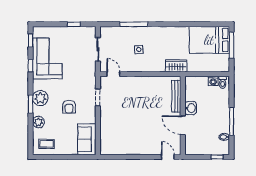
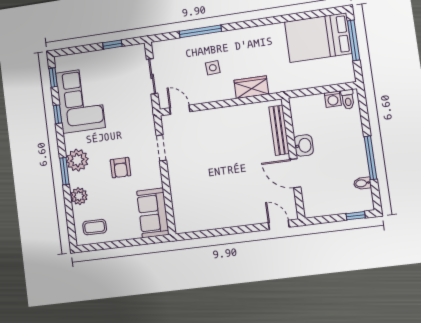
wardrobe: (176, 66) -> (251, 87), moved

